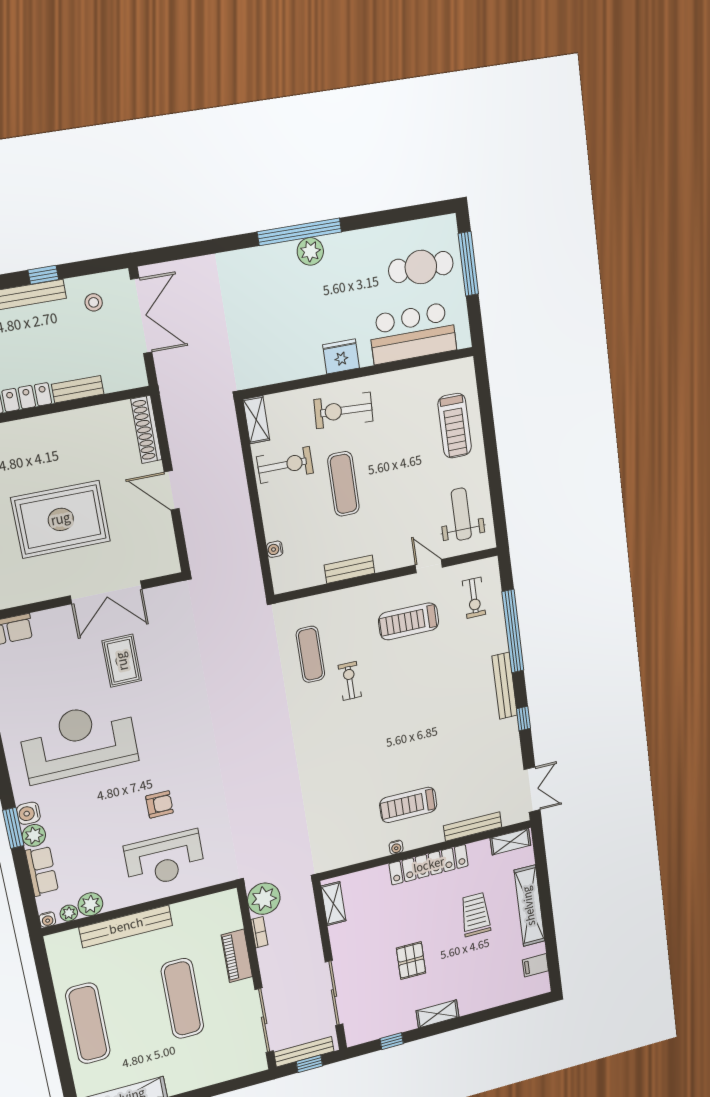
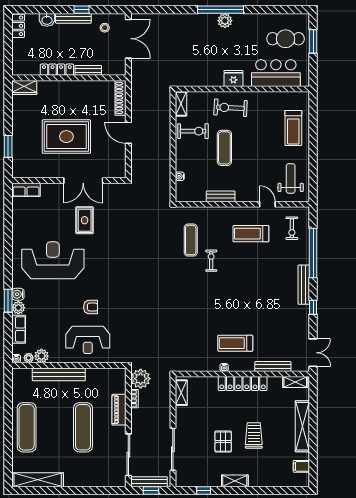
window: (468, 264) -> (313, 41), width x0.69
trolley: (476, 914) -> (254, 435), moved

